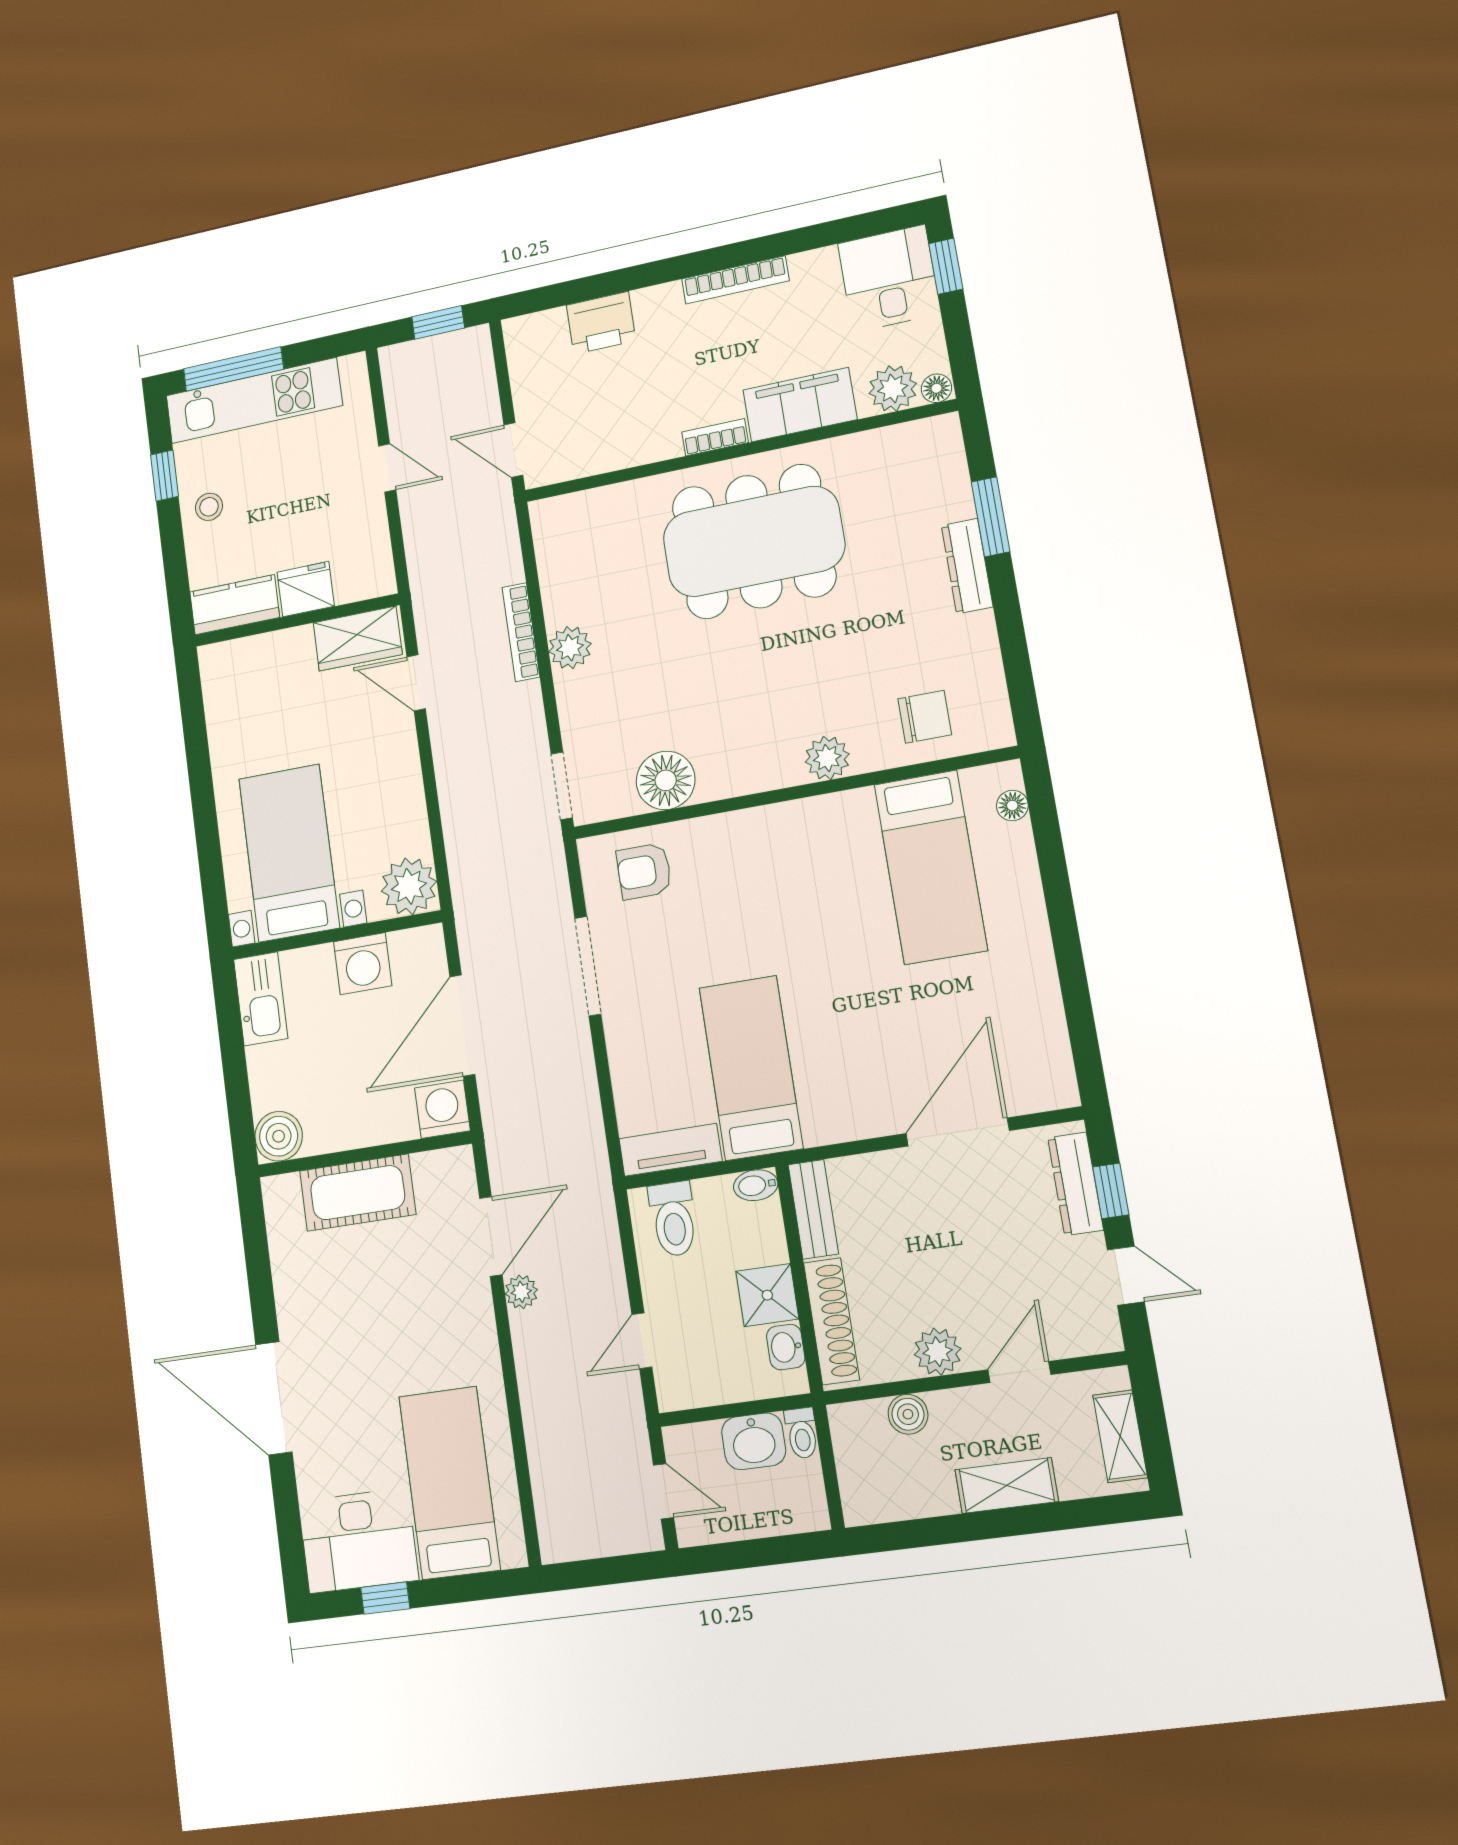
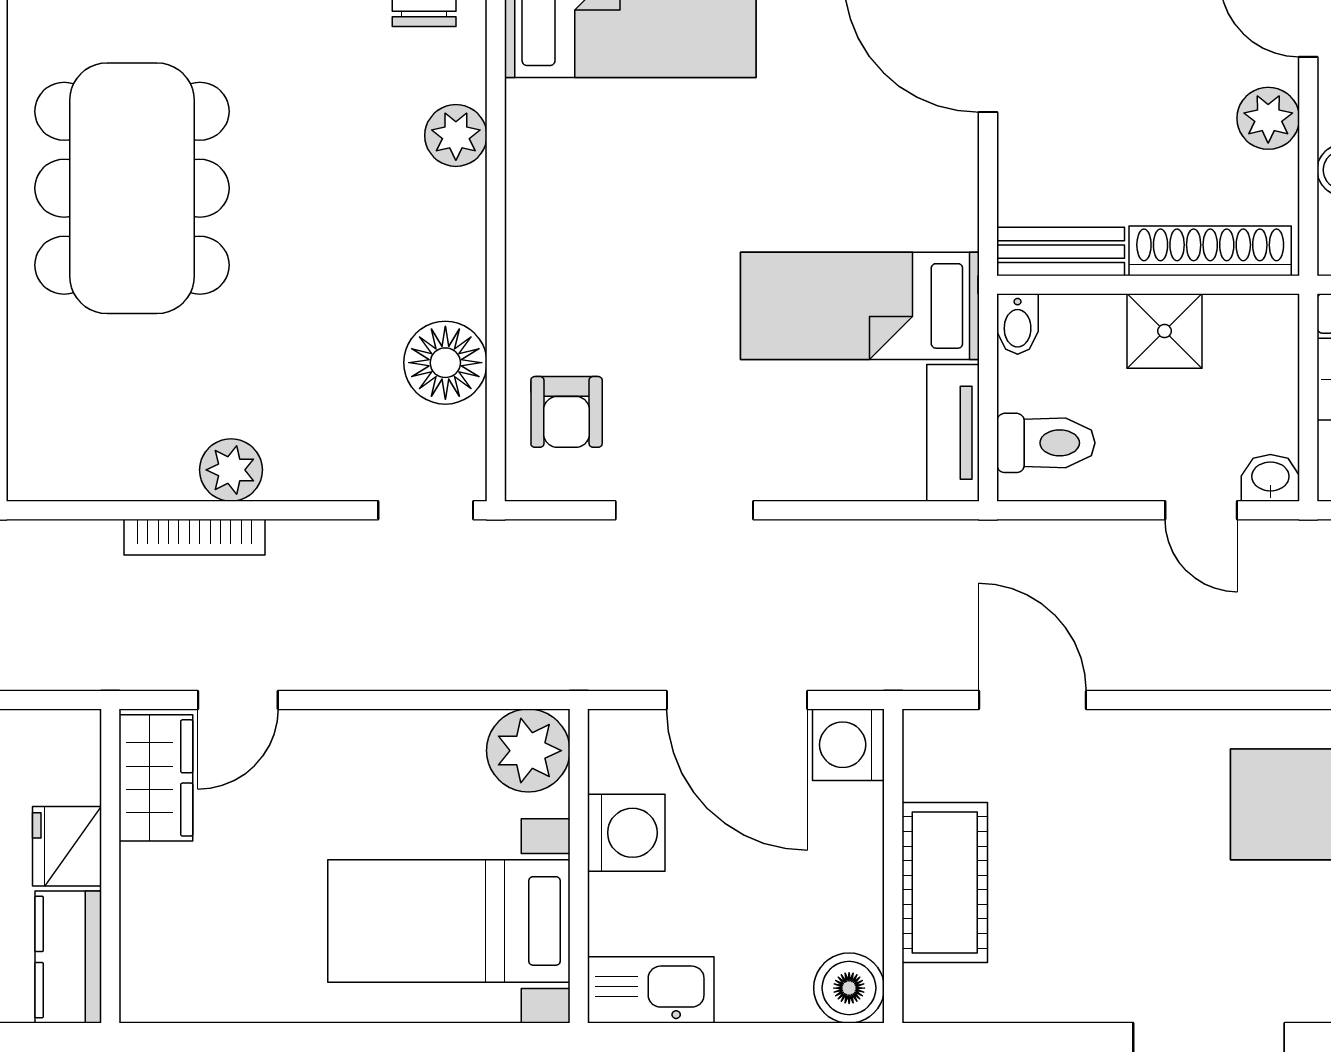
plant: (521, 1292) -> (1113, 668), removed
washbasin: (786, 1347) -> (1270, 478), moved, turned 180

